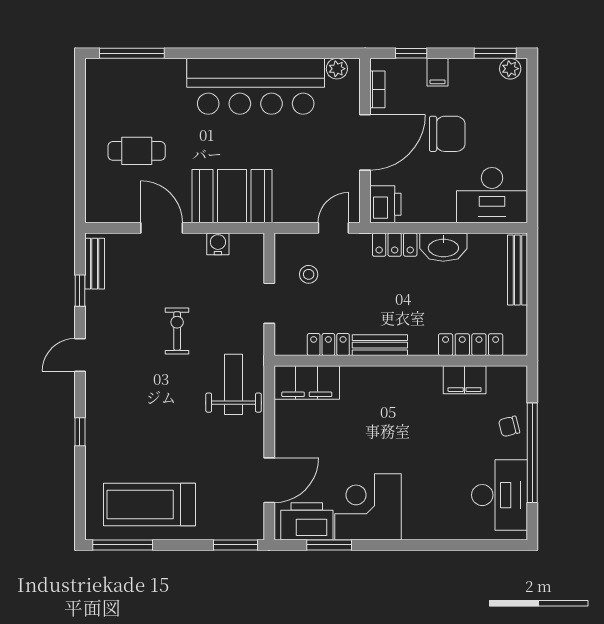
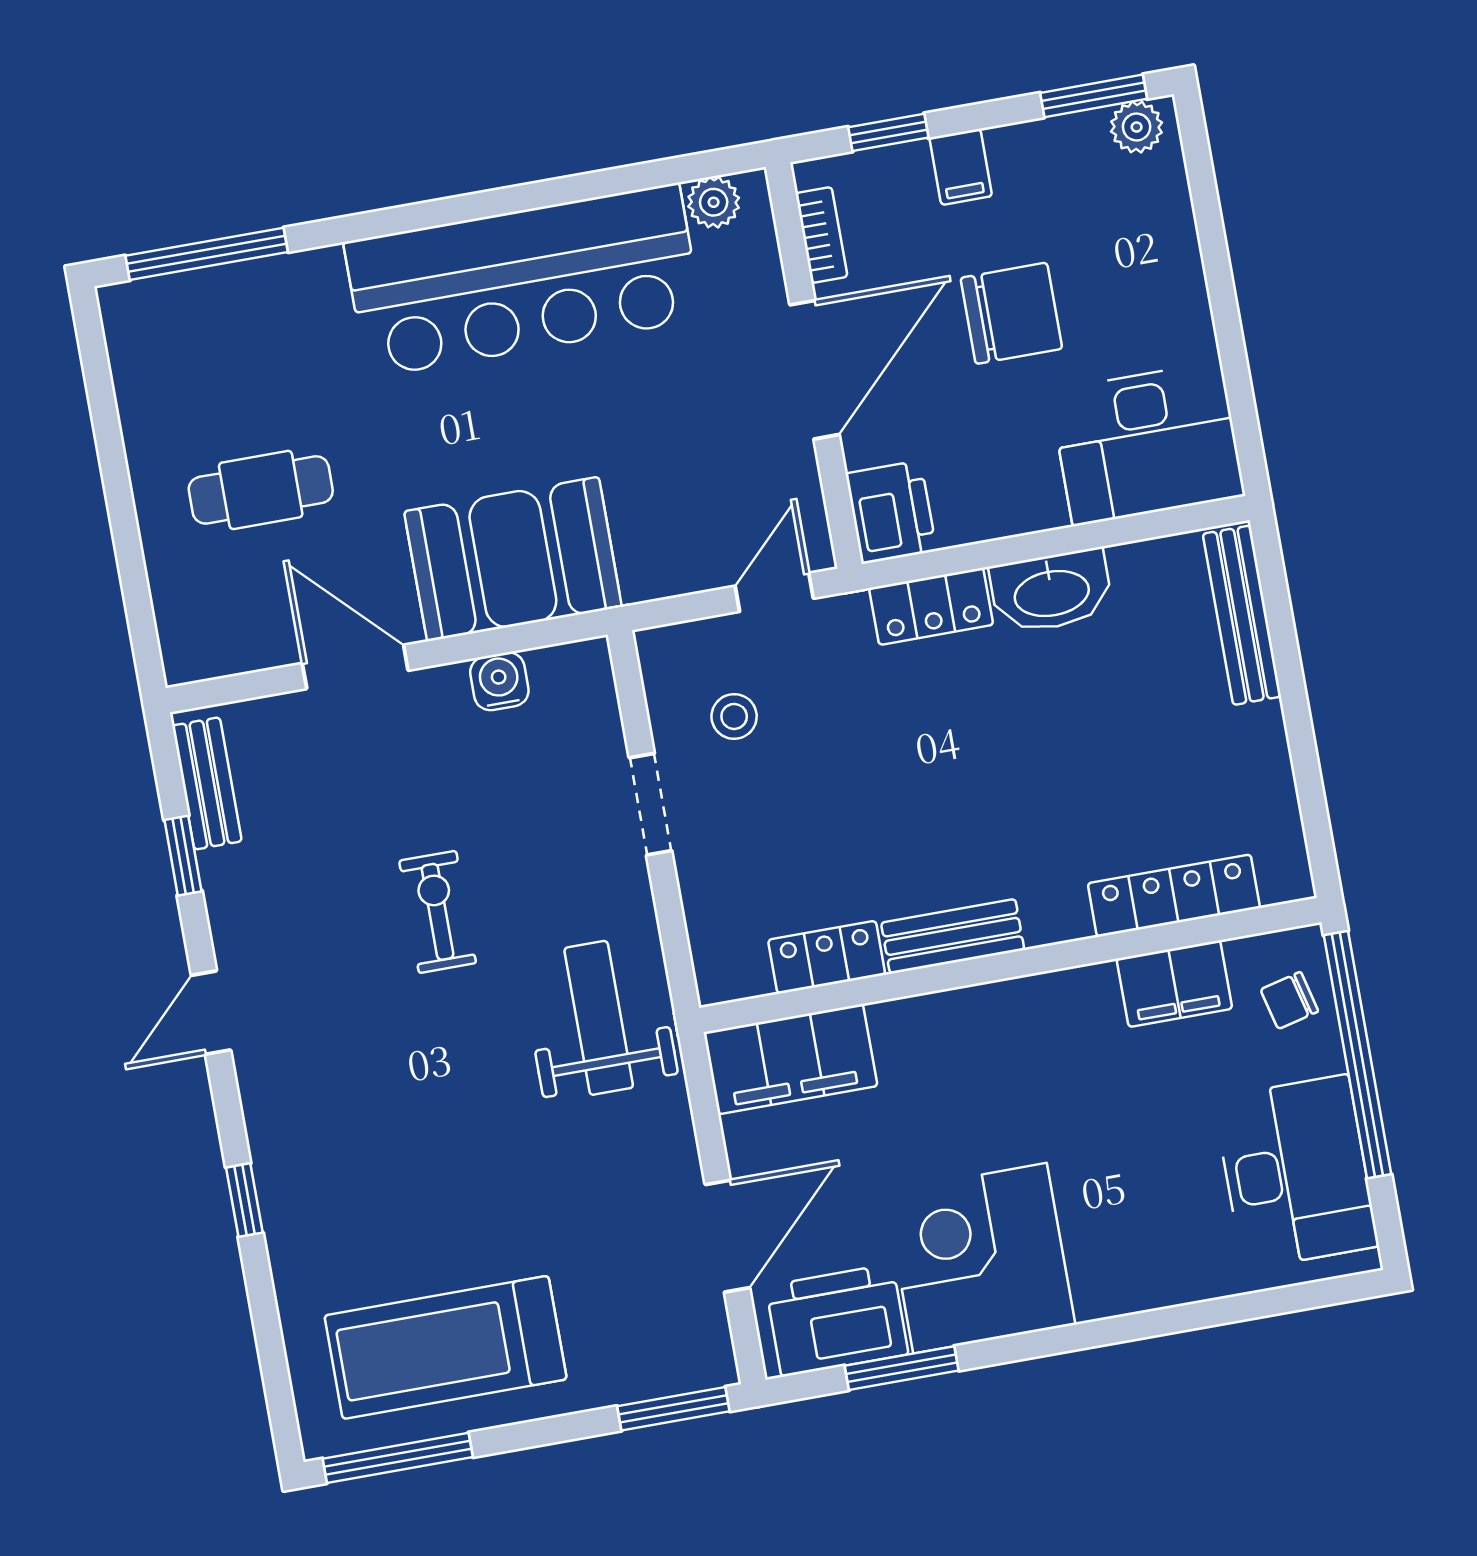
locker: (328, 345) -> (827, 957), moved
bench: (380, 345) -> (953, 936), moved
locker: (471, 345) -> (1174, 896), moved
wall: (401, 361) -> (1010, 965), moved
filing cabinet: (465, 380) -> (1174, 984), moved
filing cabinet: (307, 382) -> (790, 1059), moved

